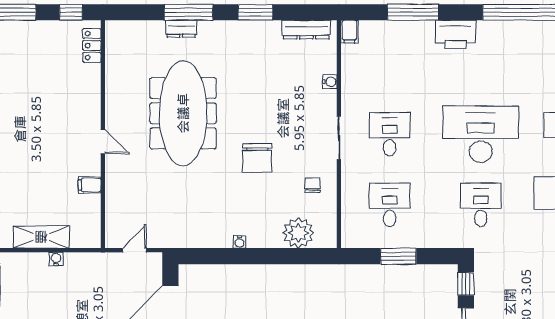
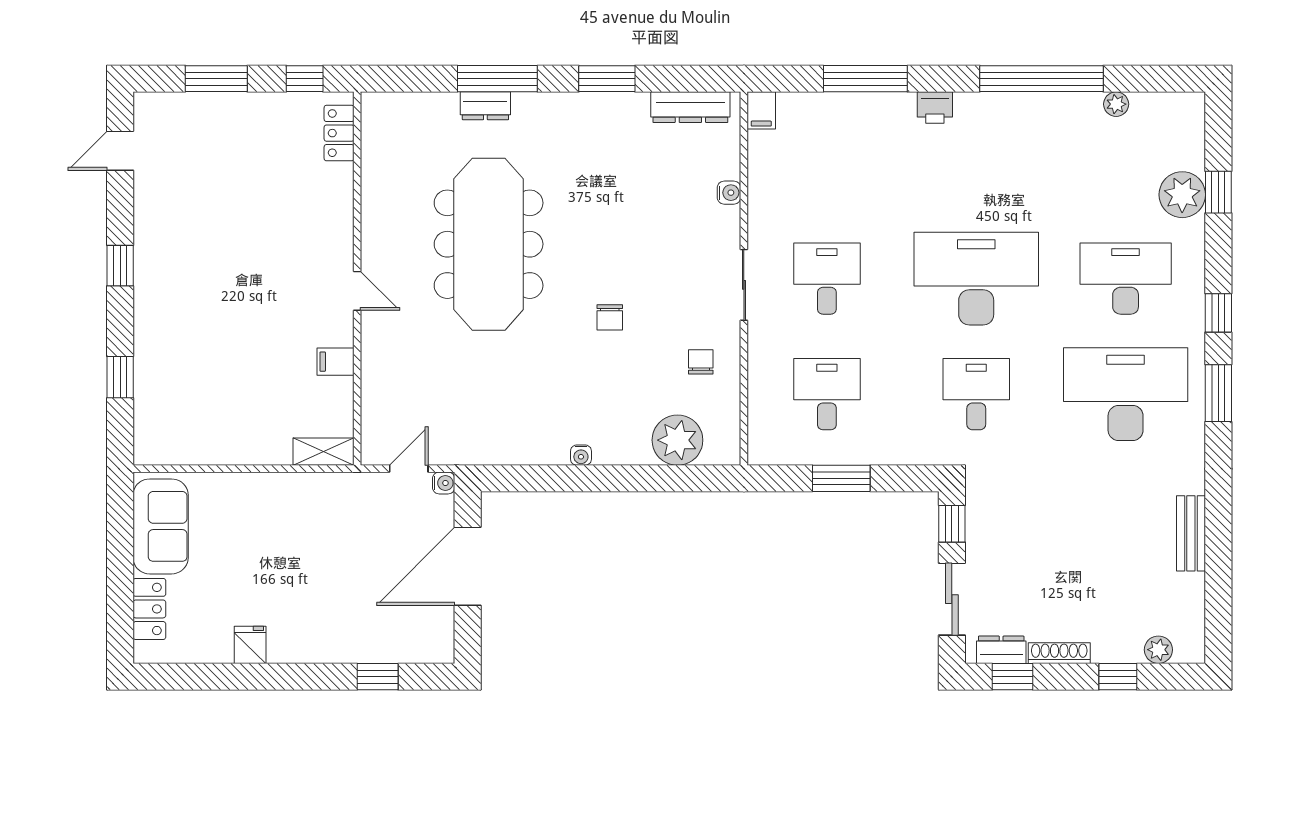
printer: (455, 35) -> (935, 108), width x0.53, depth x0.68
chair: (257, 158) -> (610, 317), width x0.54, depth x0.54
shelving: (41, 237) -> (324, 452), moved, width x0.67, depth x0.75
water cooler: (56, 259) -> (444, 483), moved, turned 90

